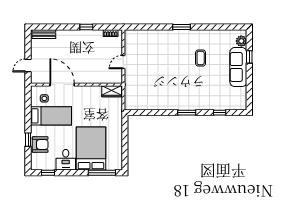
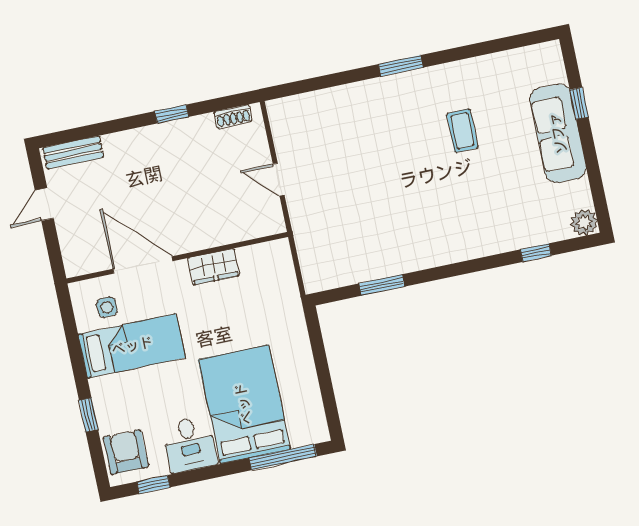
plant: (241, 41) -> (584, 222), moved
door: (123, 62) -> (279, 180), hinge flipped
door: (28, 65) -> (44, 204), moved
wardrobe: (112, 91) -> (214, 267), moved
window: (187, 113) -> (382, 285), moved
armchair: (40, 145) -> (126, 452), moved, turned -90

